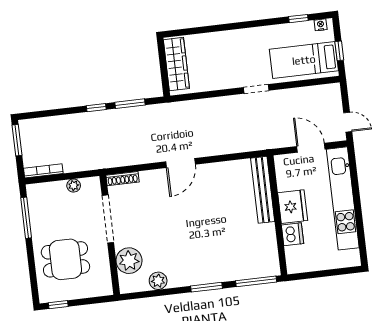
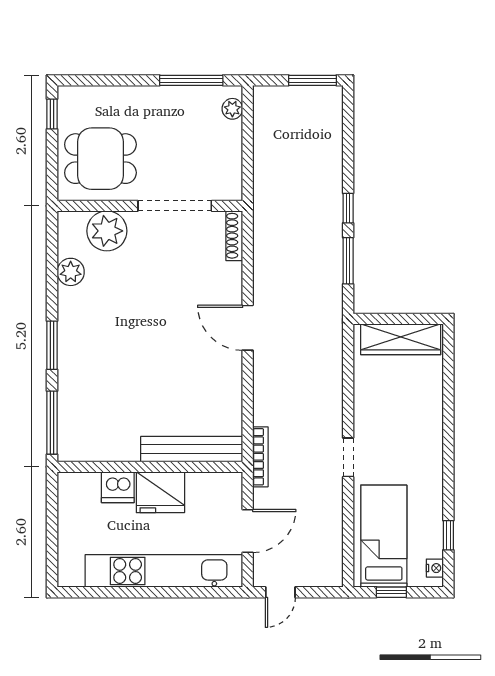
bookcase: (43, 171) -> (260, 457), moved
plant: (74, 186) -> (232, 109), moved
dining table: (65, 259) -> (100, 159), moved, turned 90

